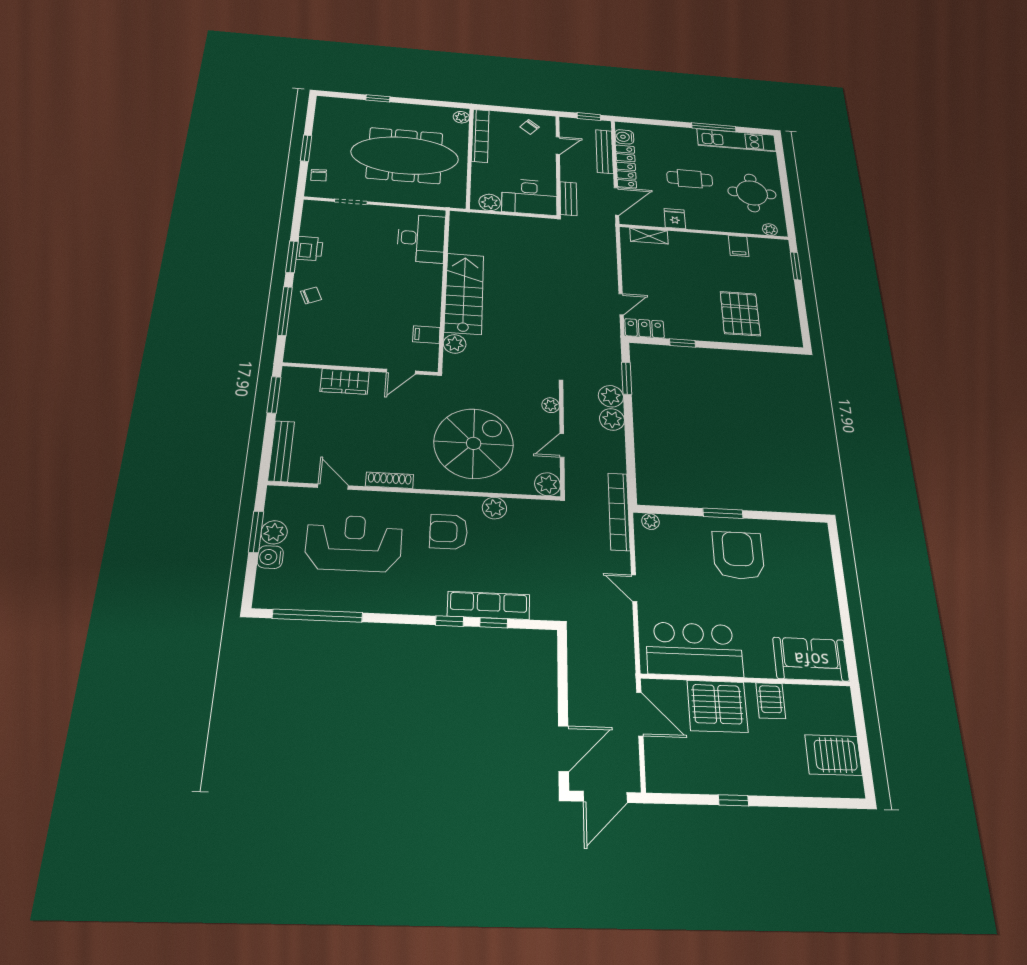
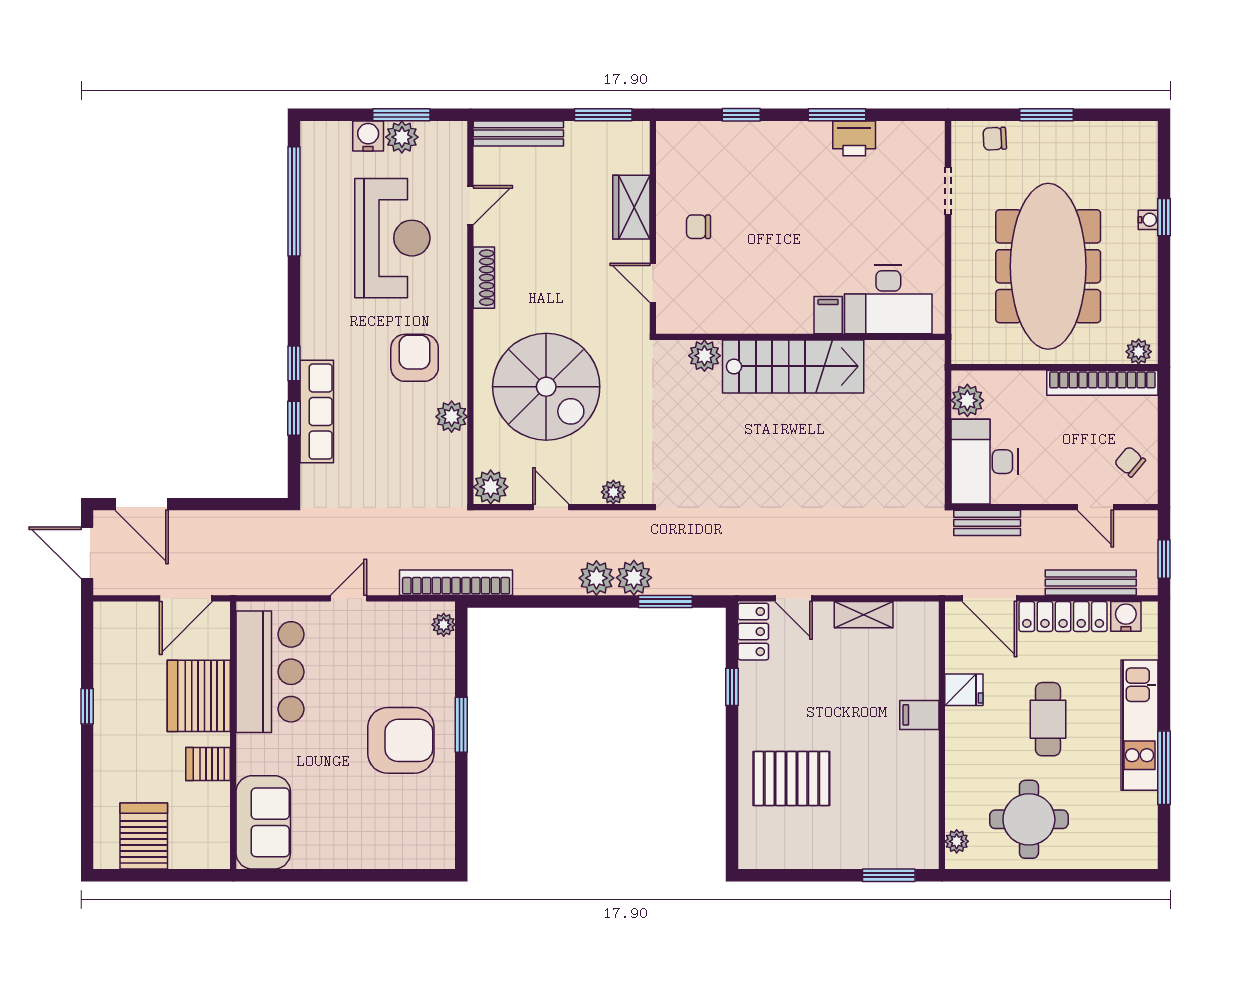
water cooler: (379, 106) -> (1148, 220), added
kitchen unit: (737, 140) -> (1140, 725), moved
shelving: (649, 236) -> (864, 615), moved, turned 90
filing cabinet: (739, 246) -> (919, 715), moved
chair: (311, 295) -> (698, 227), moved, turned 114
window: (285, 311) -> (741, 115), width x0.46
filing cabinet: (426, 335) -> (828, 315), moved

